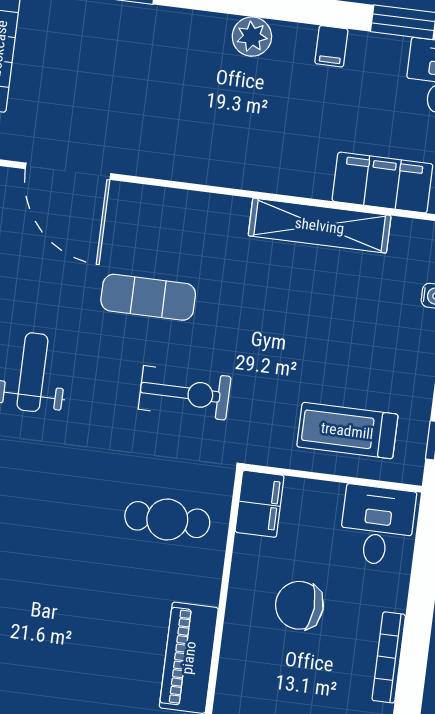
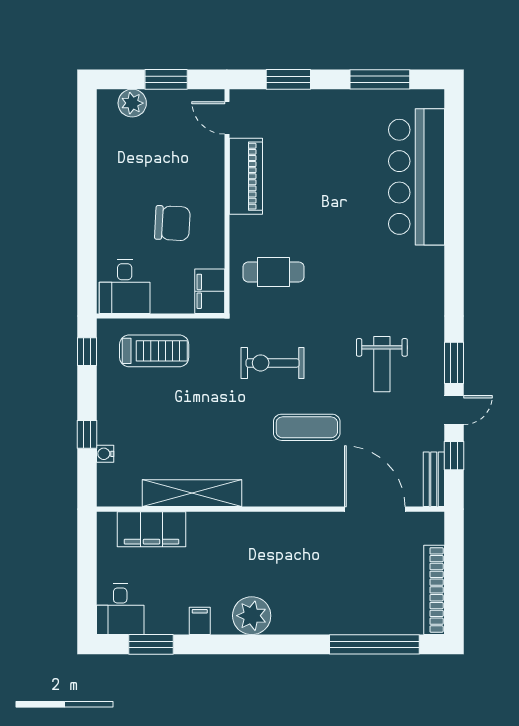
plant: (252, 37) -> (252, 616), width x1.36, depth x1.36
bookcase: (389, 657) -> (105, 194), removed

